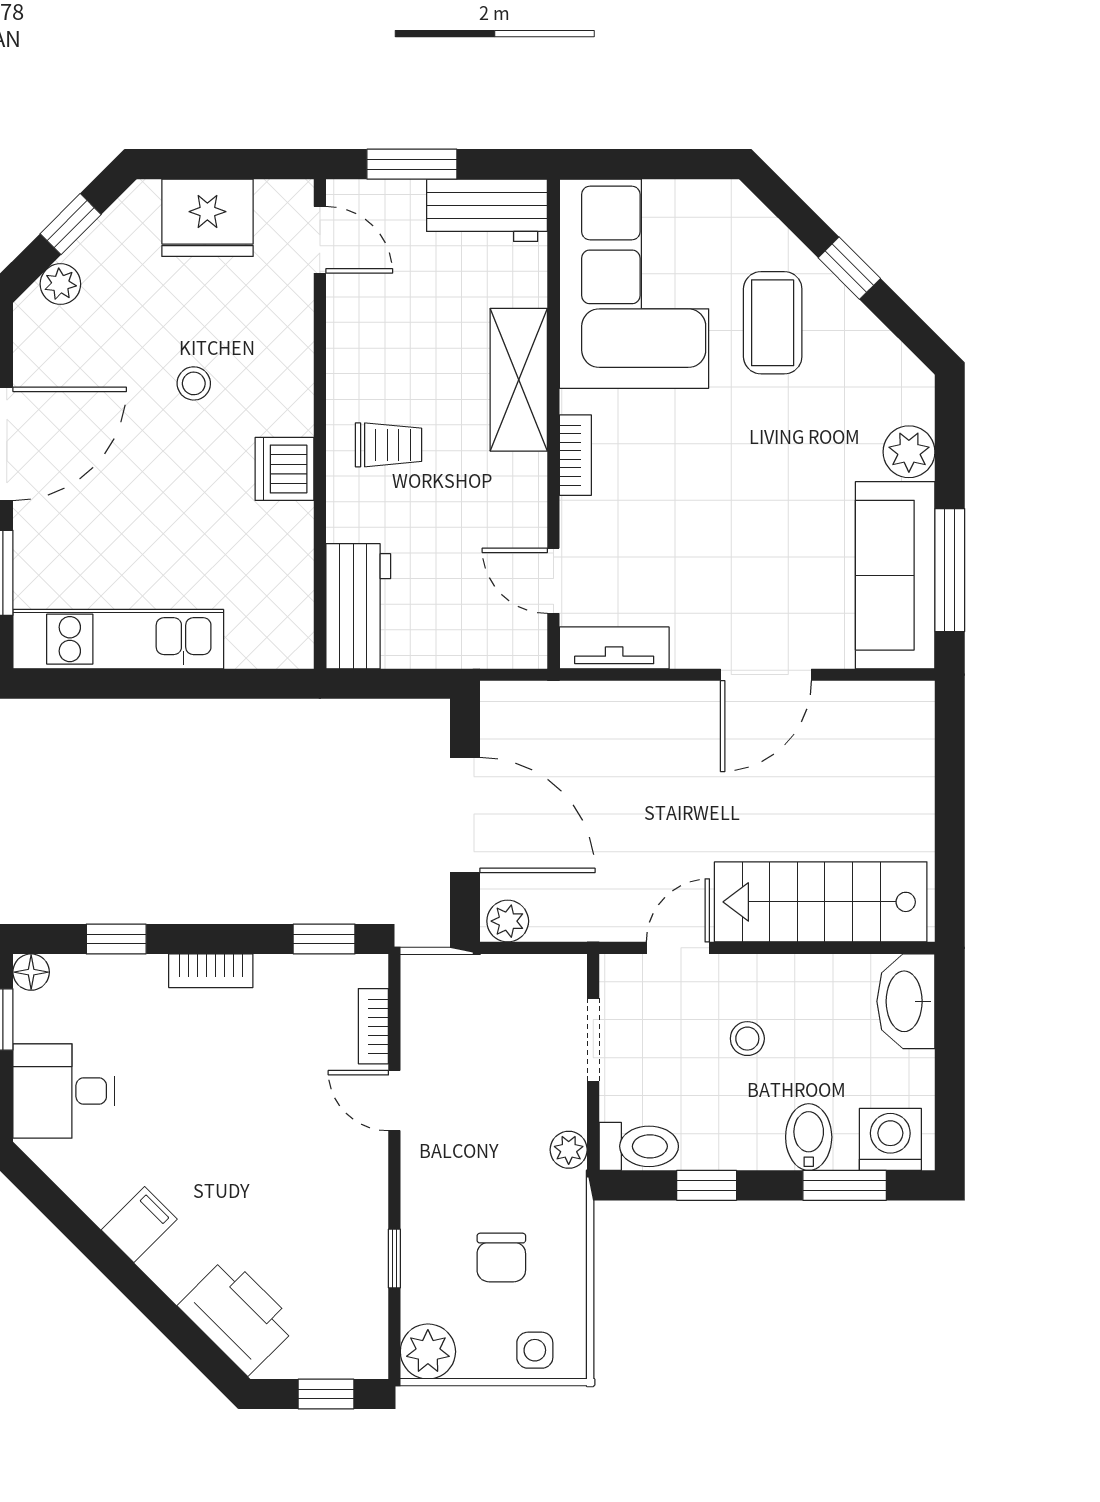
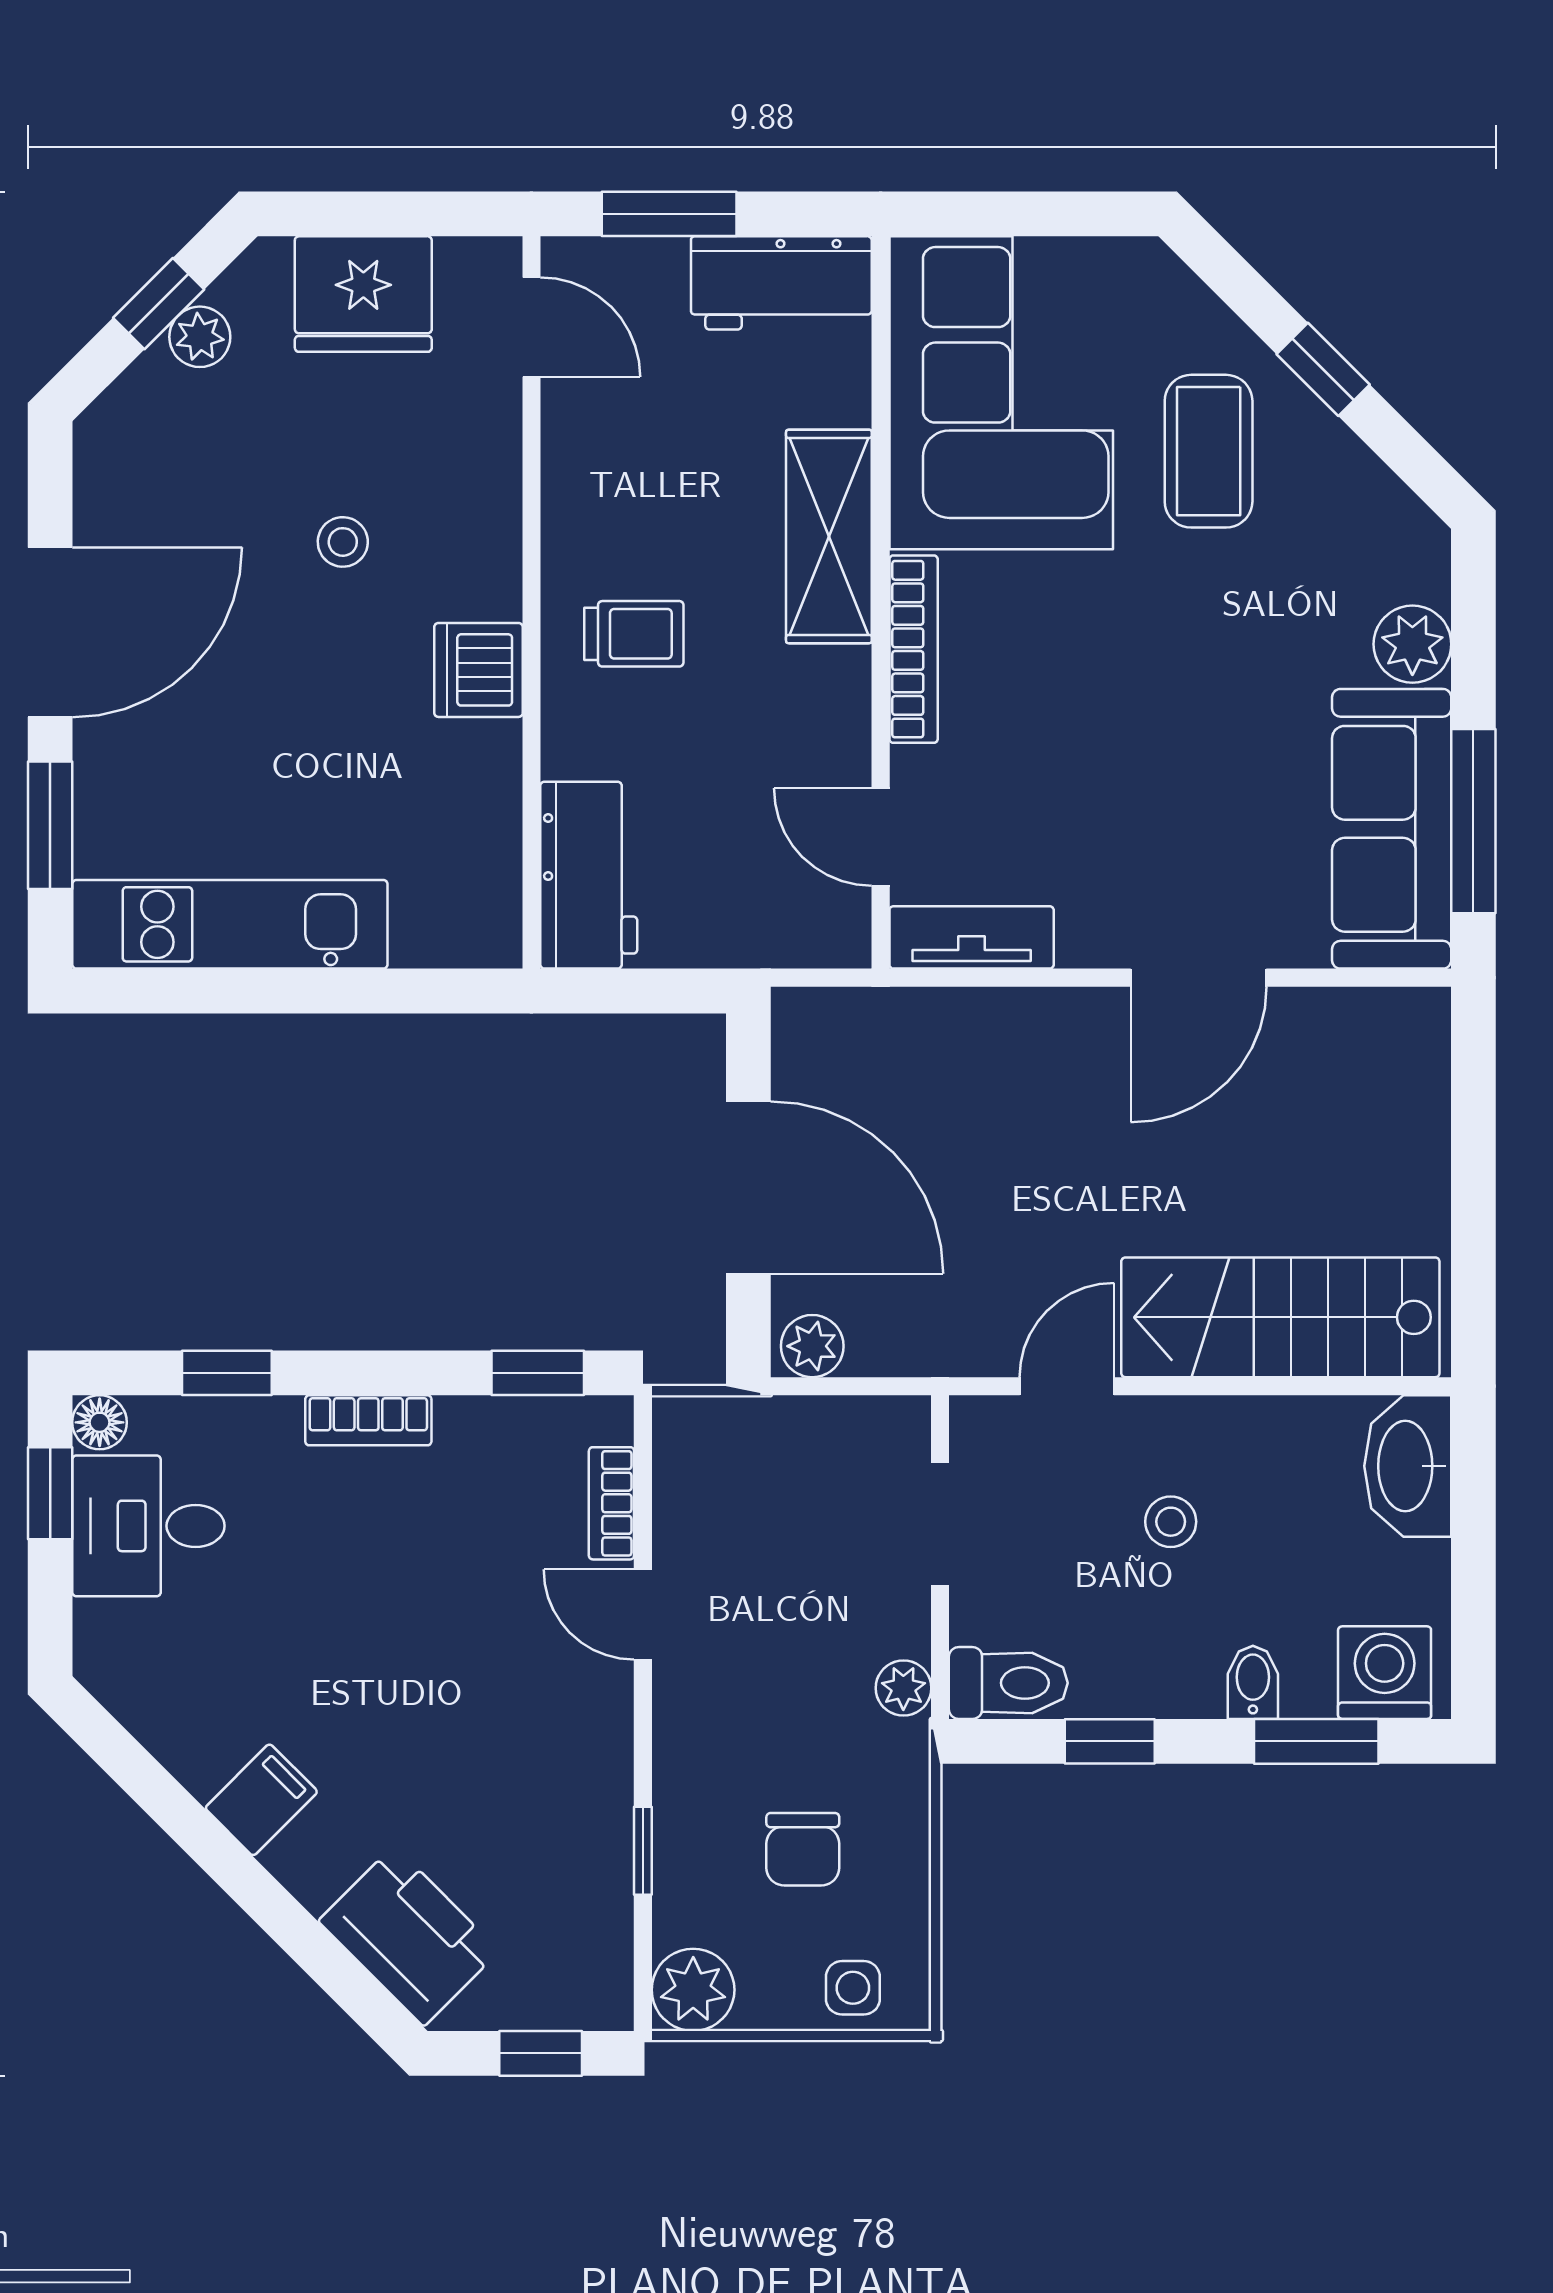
plant: (60, 284) -> (200, 337), moved
bookcase: (575, 455) -> (914, 649), width x1.56
desk: (64, 1091) -> (148, 1526), moved
bidet: (809, 1137) -> (1253, 1682), width x0.72, depth x0.74

